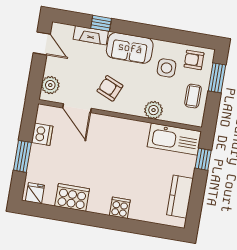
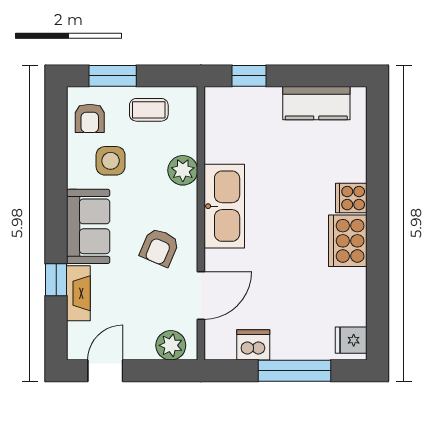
kitchen sink: (174, 139) -> (224, 206), moved
window: (22, 156) -> (295, 371), width x1.44
cooker: (72, 197) -> (348, 241), moved

